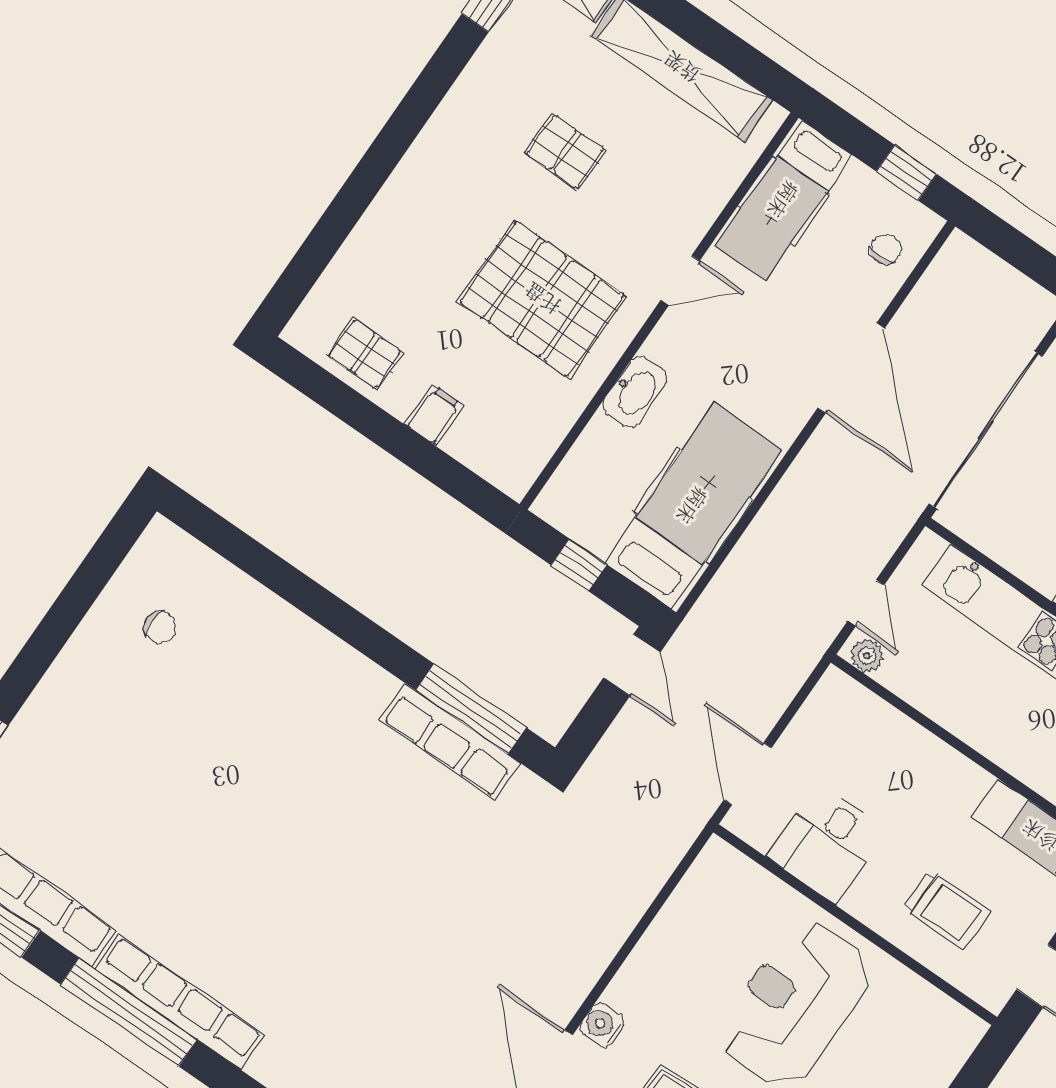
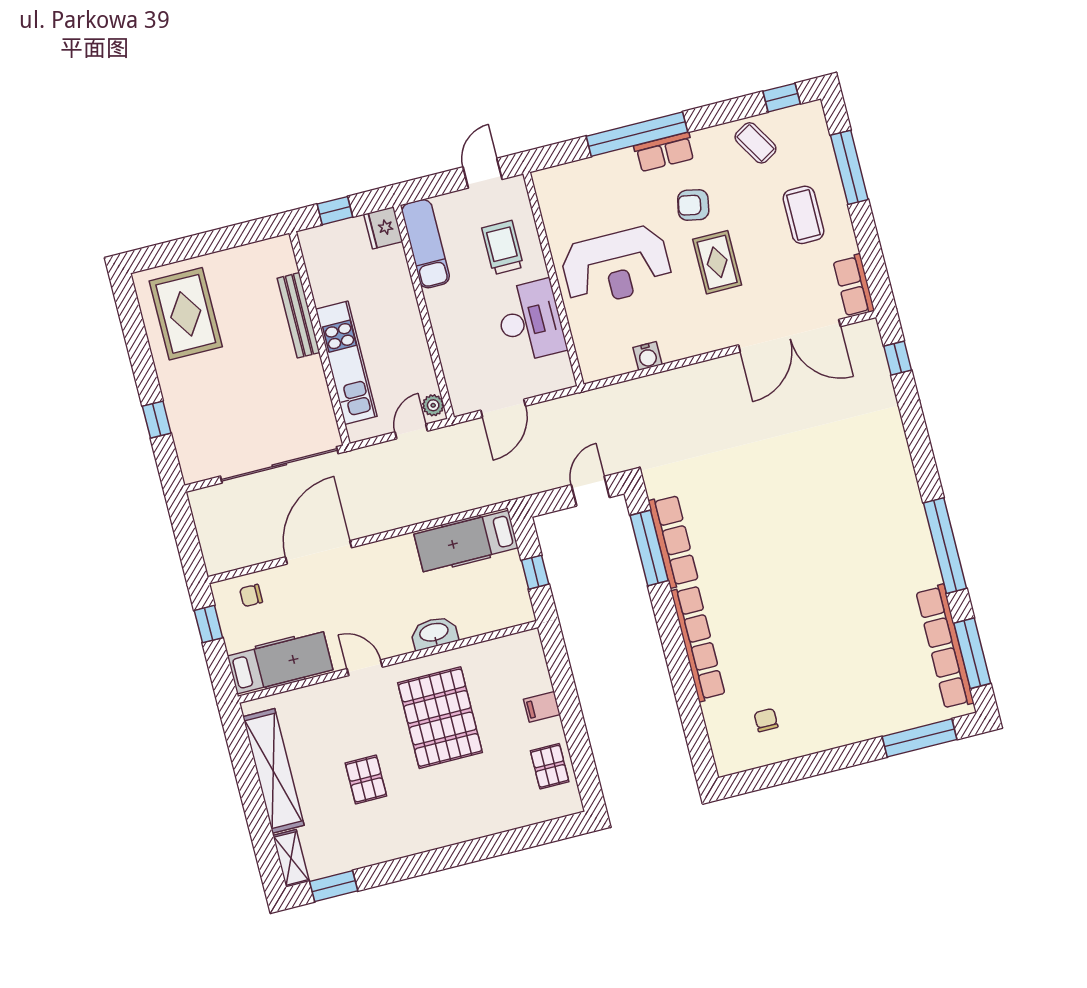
hospital bed: (693, 506) -> (466, 541), width x0.73, depth x0.78
door: (632, 665) -> (590, 491), moved
door: (748, 774) -> (503, 408), moved
desk: (827, 844) -> (530, 321), width x1.37
row of seats: (179, 1002) -> (698, 643), moved, turned 180
water cooler: (602, 1025) -> (647, 356), moved

